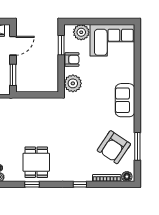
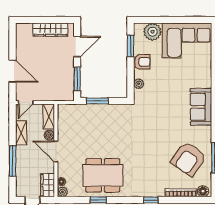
plant: (73, 83) -> (139, 84), width x0.53, depth x0.53
window: (31, 95) -> (97, 101), added
dining table: (36, 162) -> (103, 175), width x1.38

